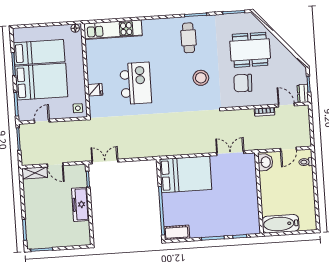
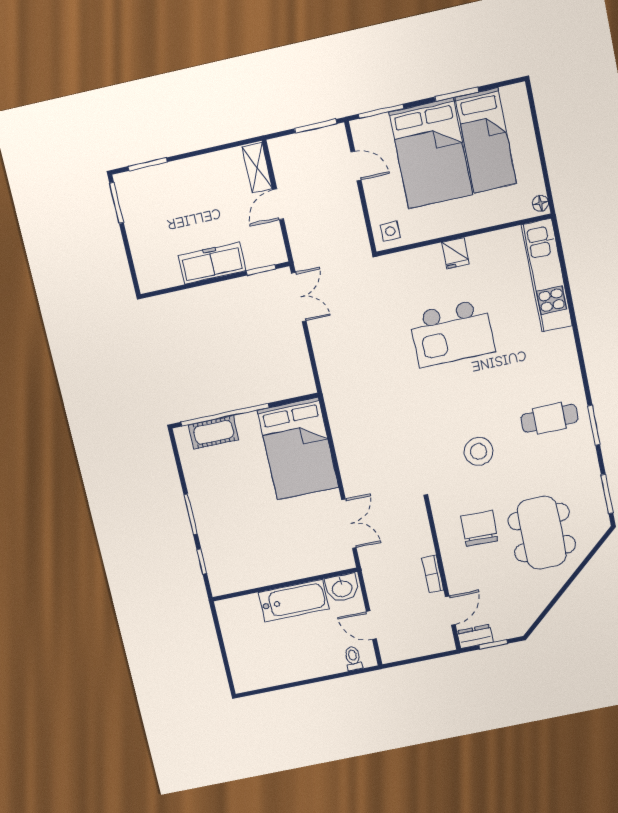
fridge: (95, 90) -> (455, 253), moved
bathtub: (281, 224) -> (294, 601), moved, turned 90
cot: (177, 233) -> (214, 432), moved, turned 90

